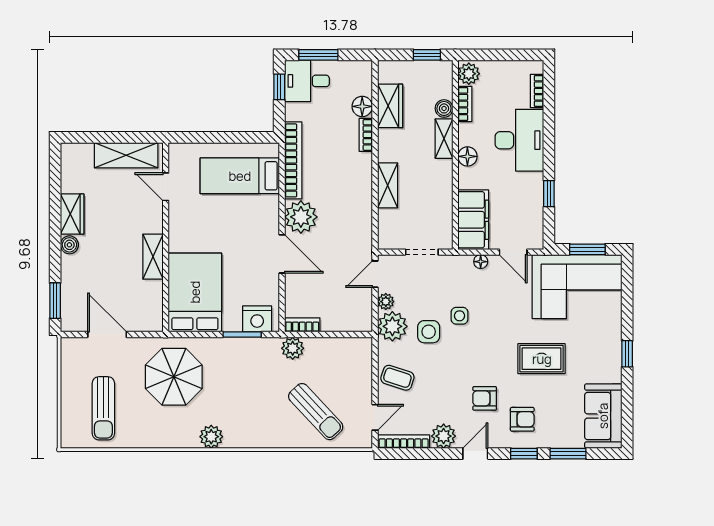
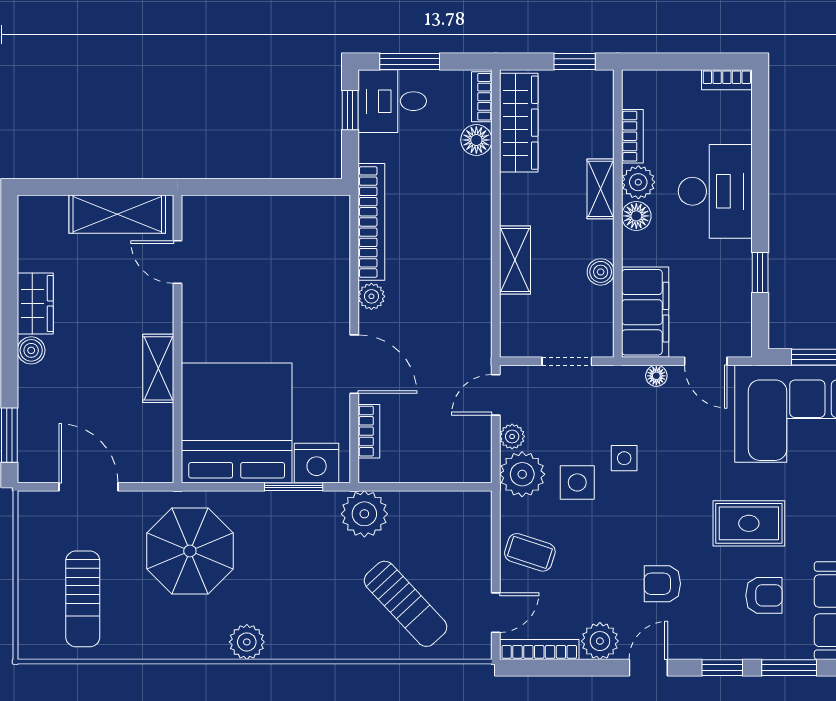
plant: (469, 74) -> (638, 182), moved
bookcase: (537, 91) -> (727, 80), moved, turned -90
wardrobe: (390, 106) -> (519, 123), width x1.50
boiler: (444, 108) -> (601, 272), moved
bookcase: (366, 135) -> (482, 97), moved
bed: (240, 176) -> (290, 245), removed
plant: (301, 217) -> (371, 296), width x0.53, depth x0.53
bed: (195, 292) -> (237, 423), width x1.36
bookcase: (302, 325) -> (369, 431), moved, turned 90
plant: (293, 348) -> (364, 514), width x1.36, depth x1.36
armchair: (522, 419) -> (764, 595), moved

